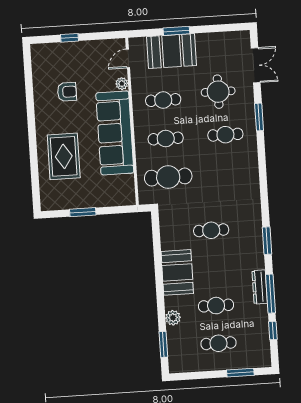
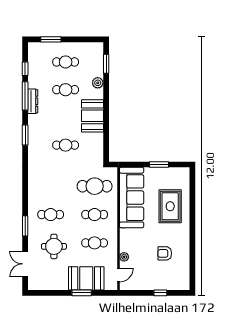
sofa: (115, 133) -> (132, 198), moved

